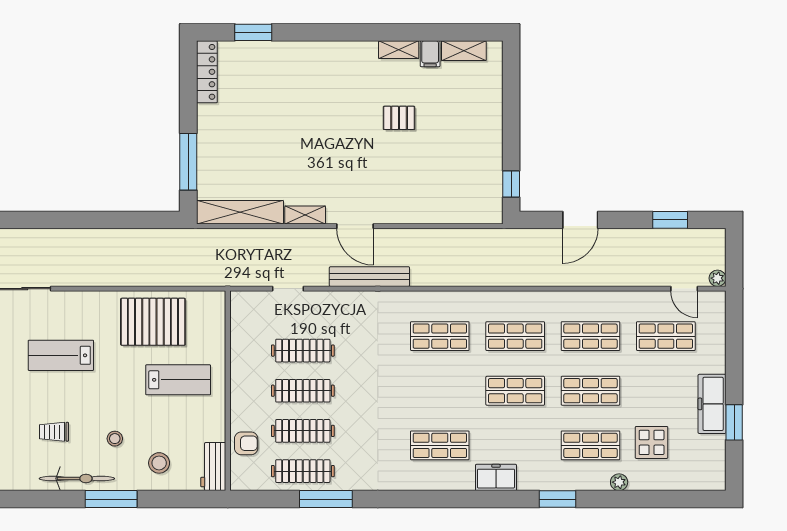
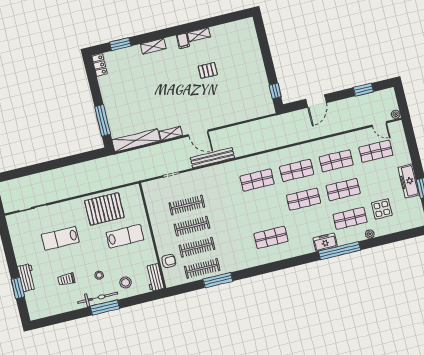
shelving: (464, 51) -> (153, 46), moved
filing cabinet: (430, 54) -> (183, 41), moved
locker: (207, 72) -> (100, 65), width x0.66
freezer: (496, 477) -> (325, 242), moved
bicycle: (77, 479) -> (98, 298), moved
window: (557, 499) -> (340, 251), width x2.11

